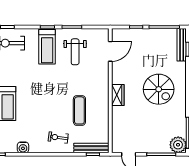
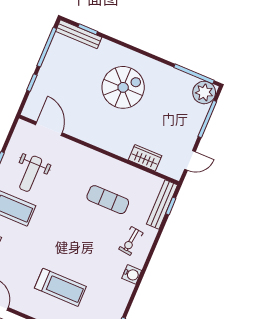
weight bench: (75, 52) -> (31, 174), turned 90
wardrobe: (118, 95) -> (145, 158), moved
water cooler: (23, 147) -> (132, 274), moved

